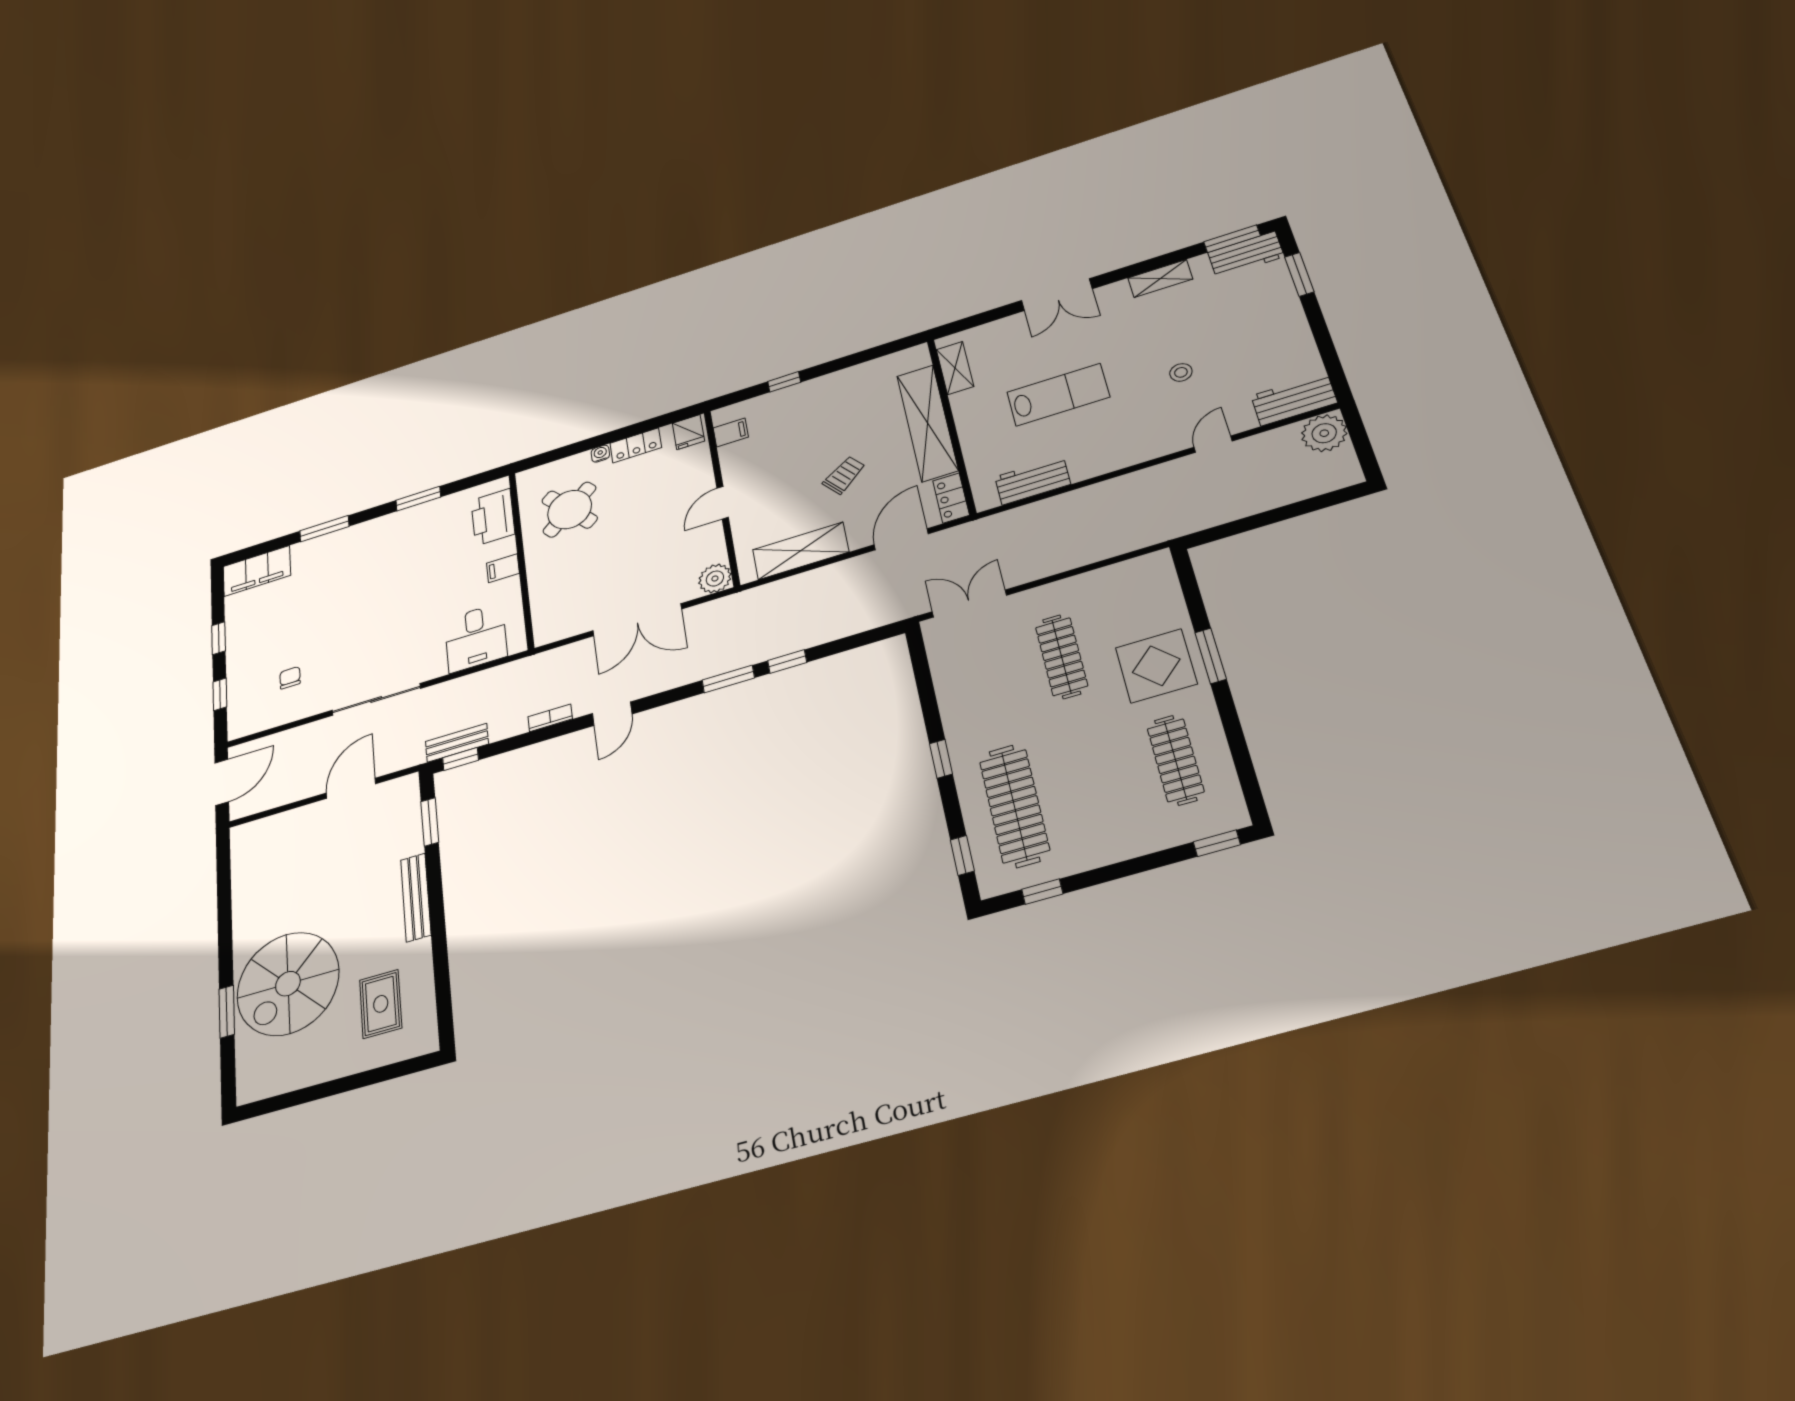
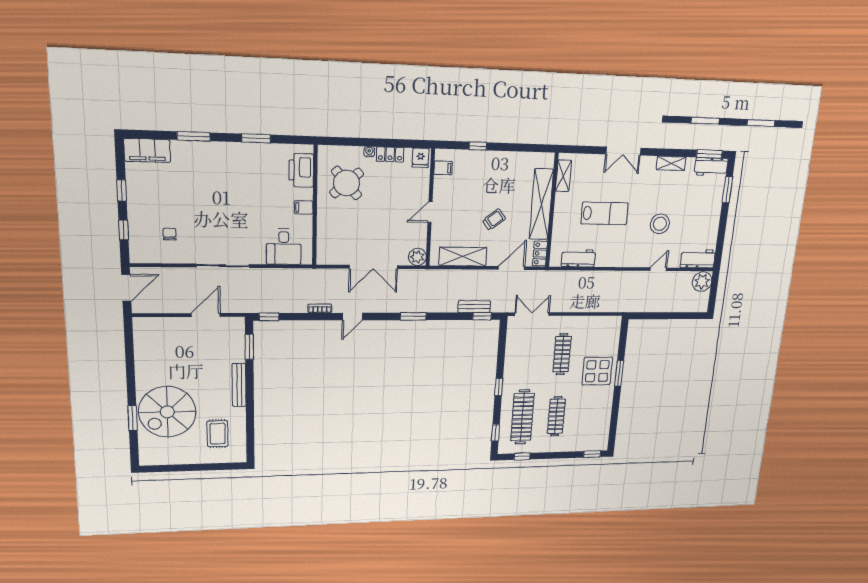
stool: (1181, 372) -> (660, 224), width x1.89, depth x1.89
window: (787, 661) -> (482, 316), moved
bench: (457, 743) -> (474, 307), moved
clothes rail: (1176, 760) -> (556, 416), moved

